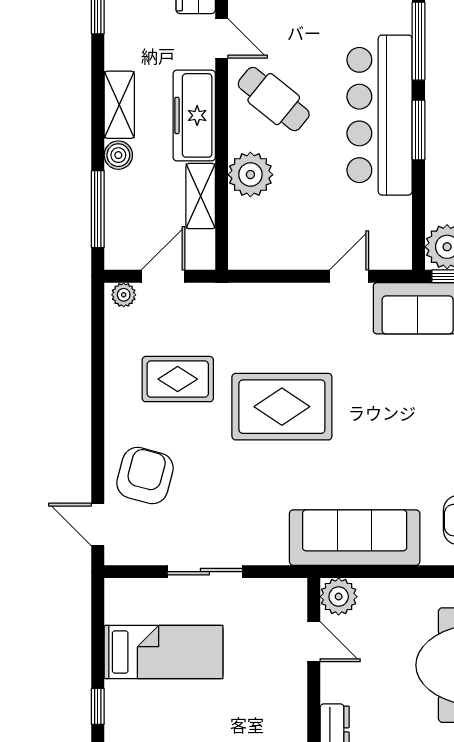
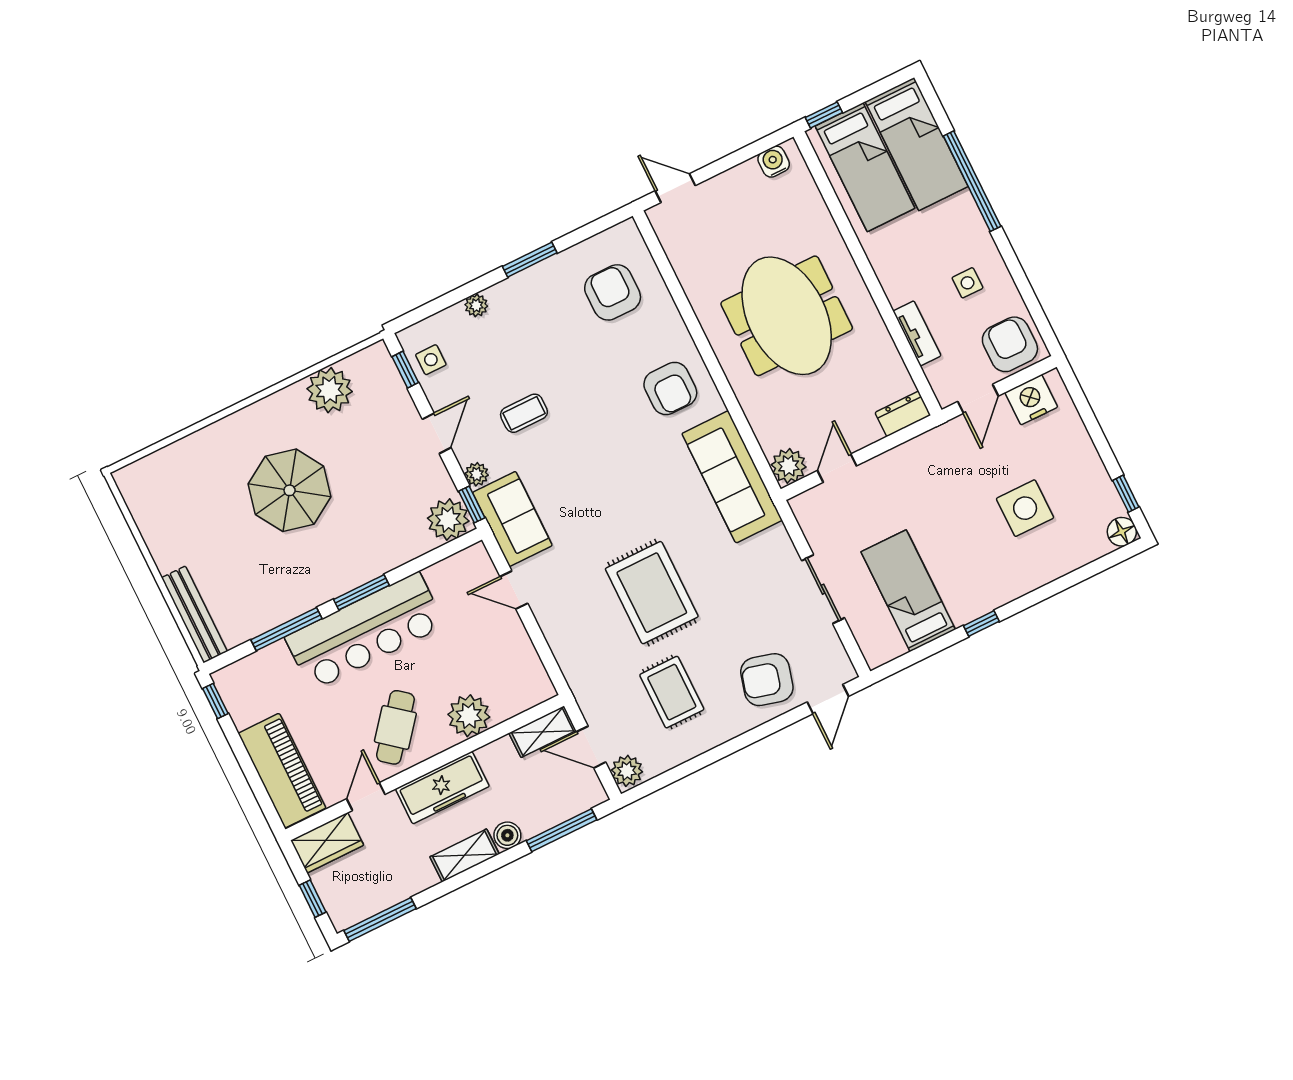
shelving: (201, 196) -> (543, 732), moved
plant: (124, 295) -> (627, 771), width x1.38, depth x1.38

